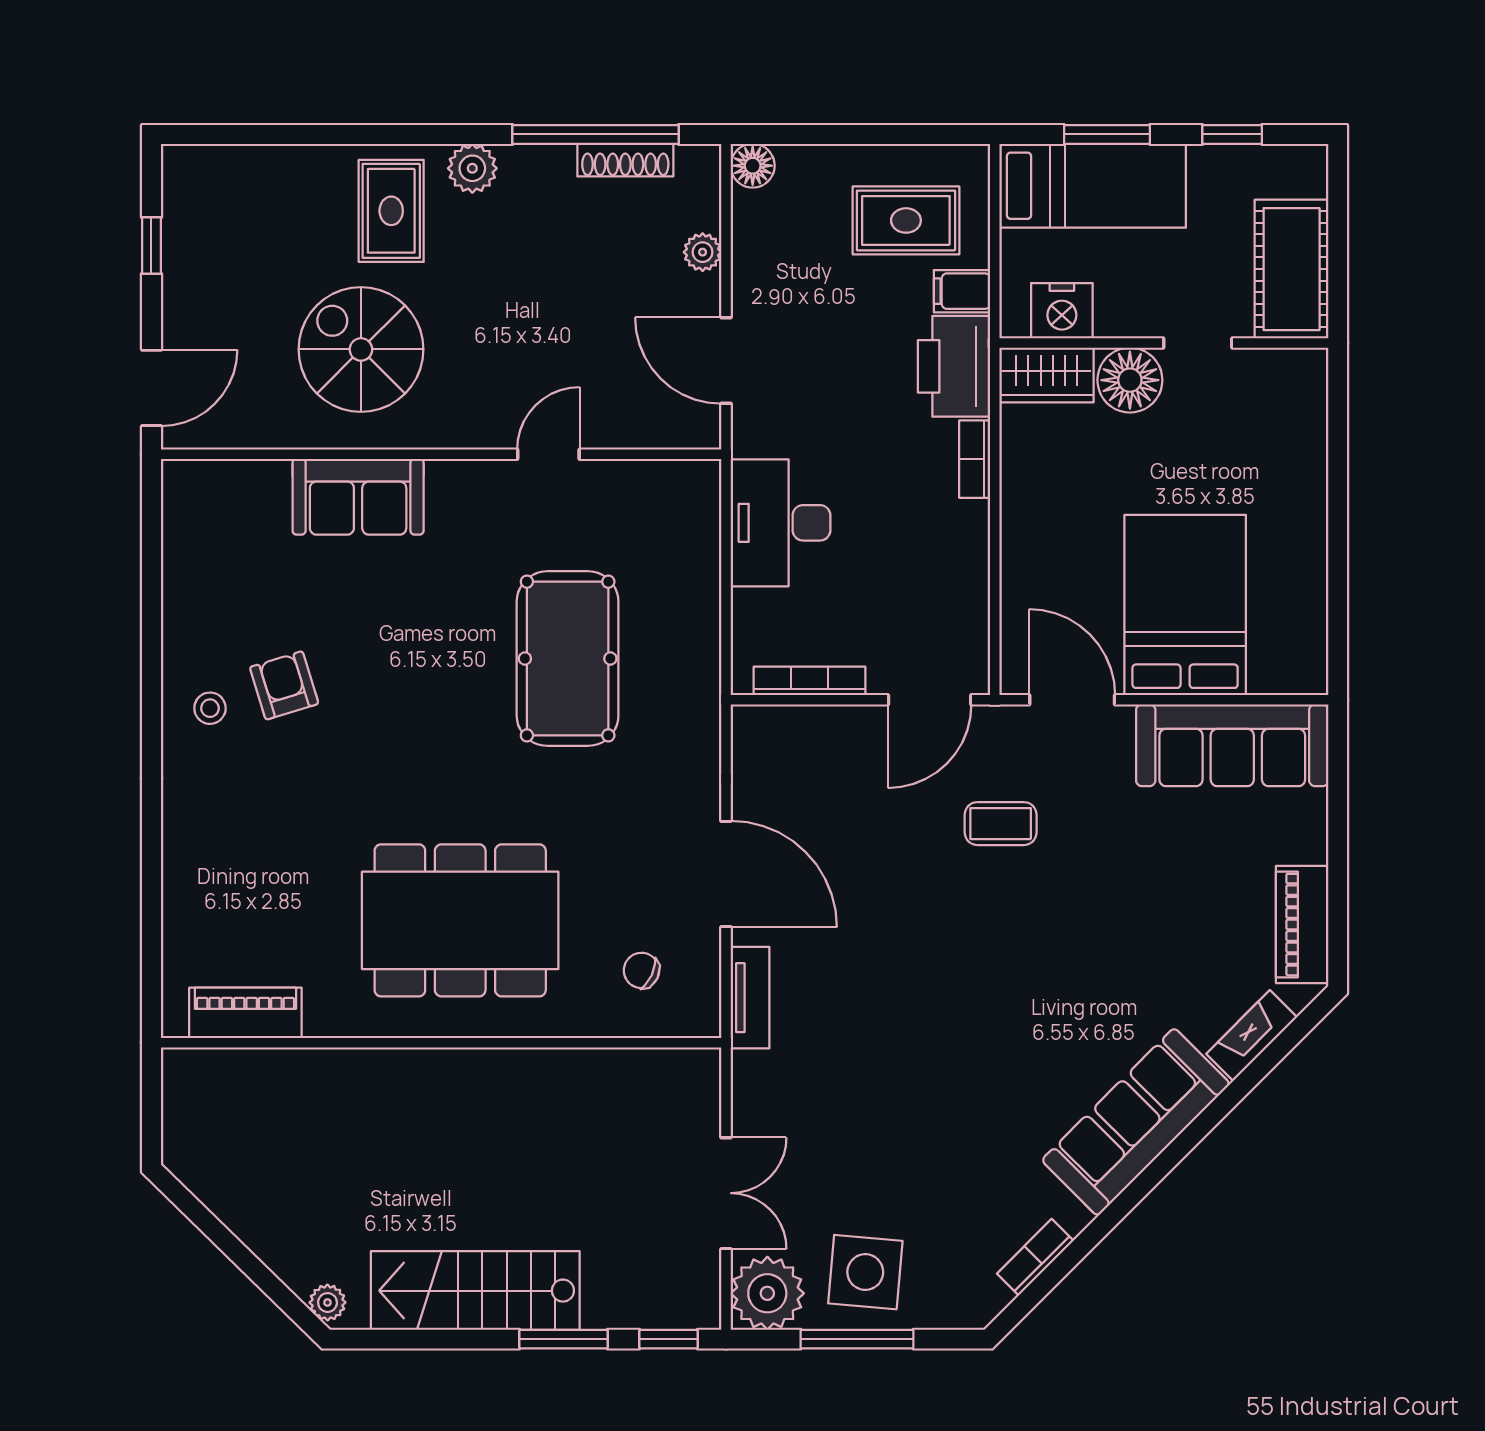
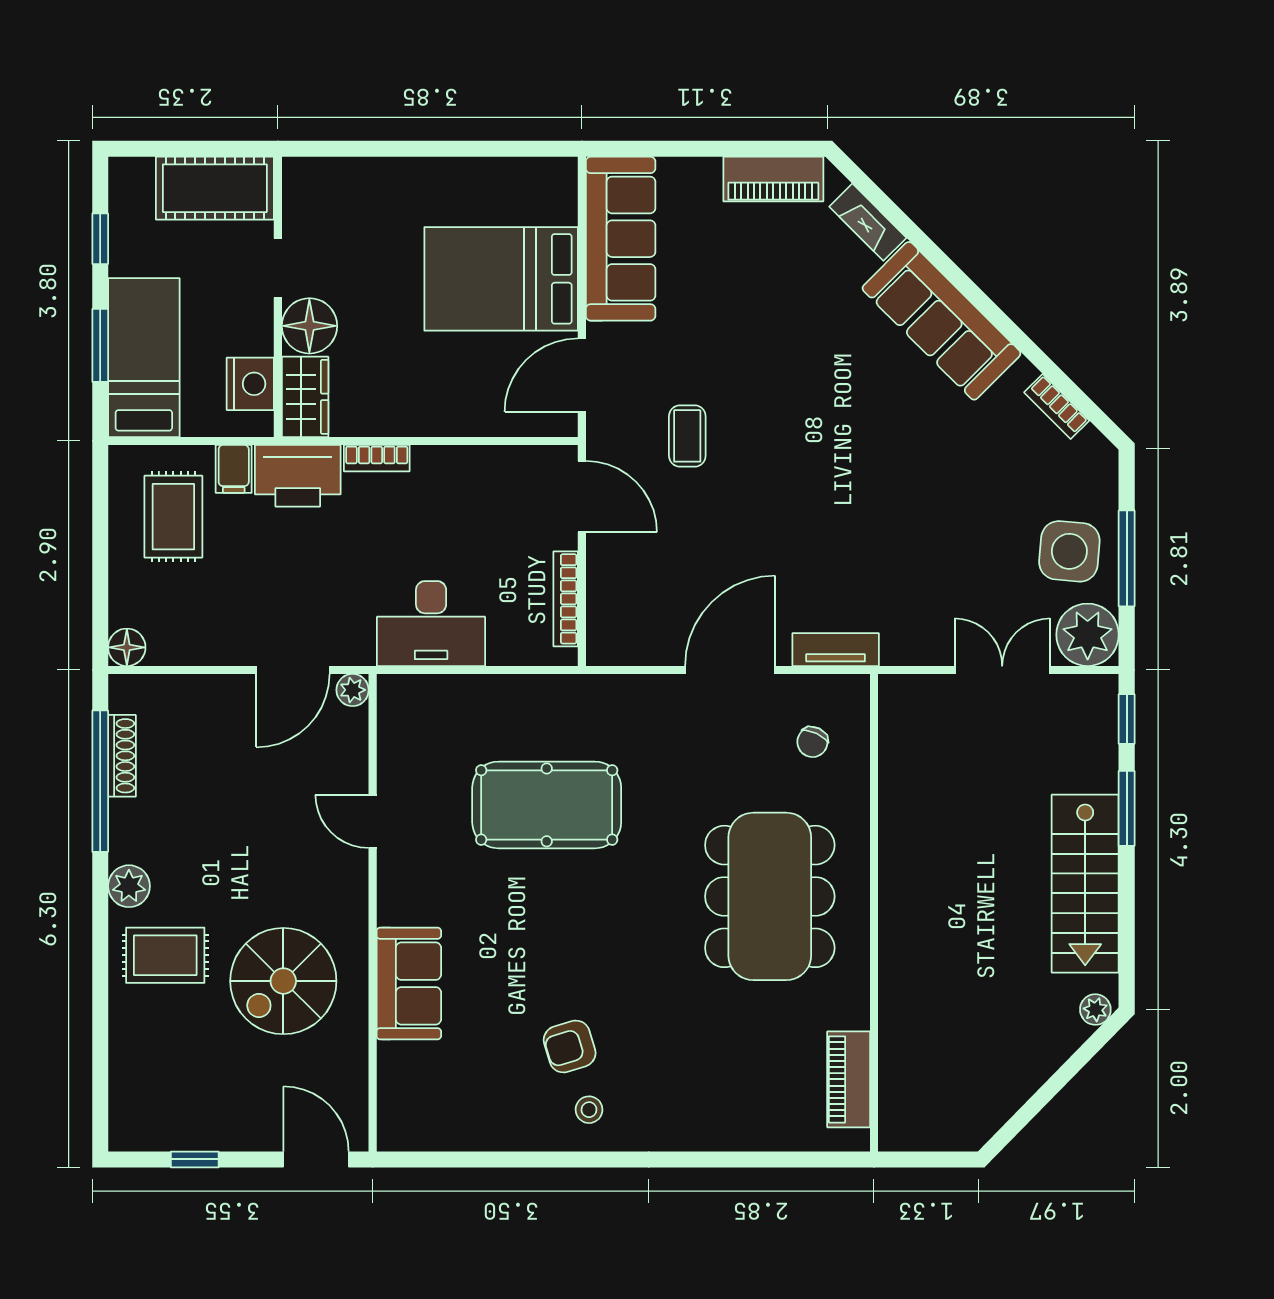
plant: (703, 252) -> (353, 690), moved

